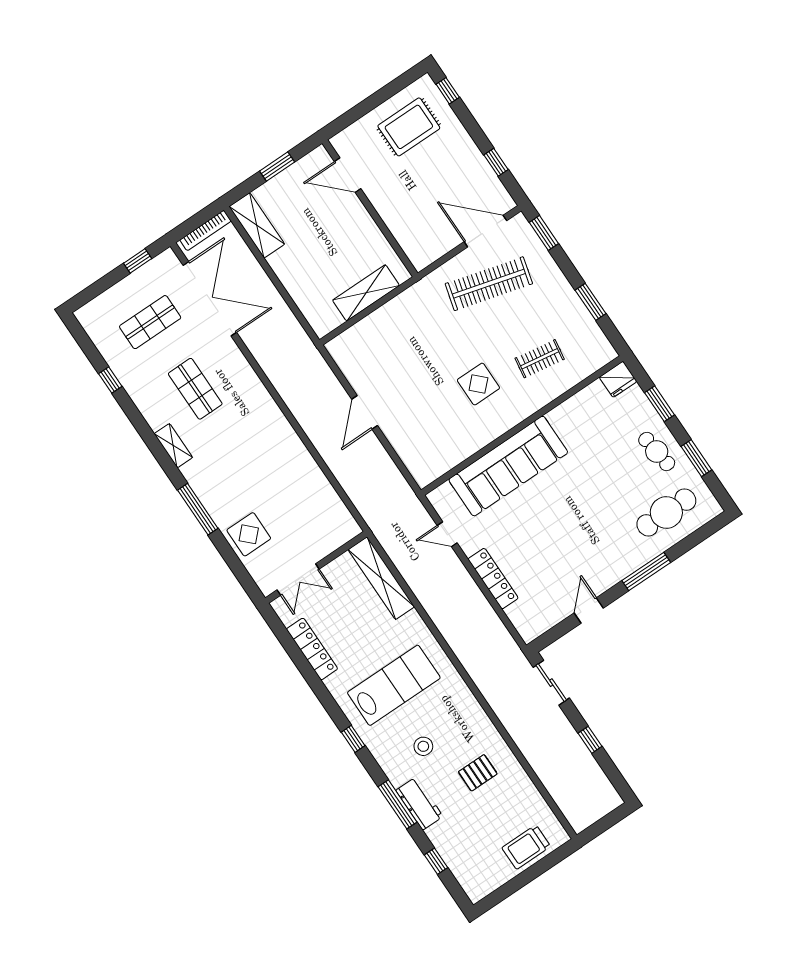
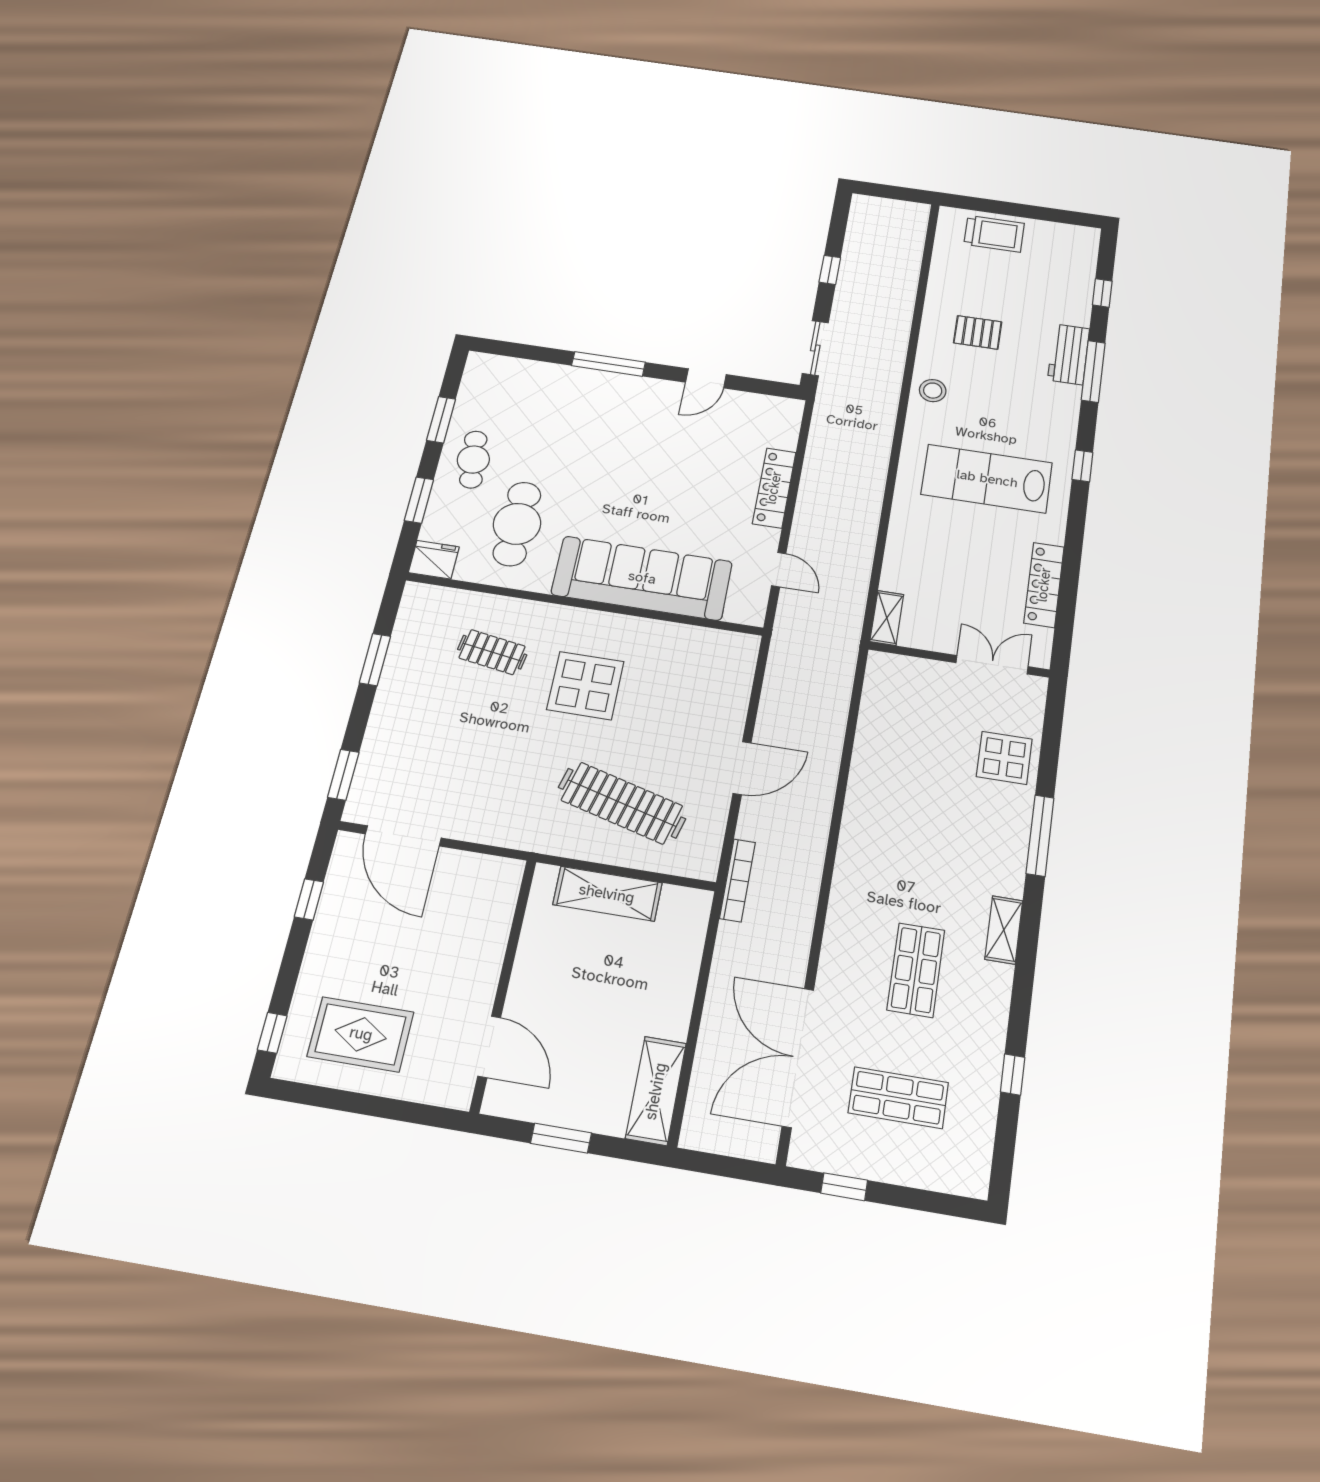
bookcase: (206, 230) -> (738, 880), moved, turned 90
clothes rail: (489, 284) -> (622, 803), moved
display table: (478, 384) -> (585, 686), width x1.36, depth x1.36
cafe table: (666, 512) -> (517, 524), moved, turned 90
shelving: (381, 578) -> (887, 618), width x0.45, depth x0.75
stool: (423, 746) -> (933, 391), moved

